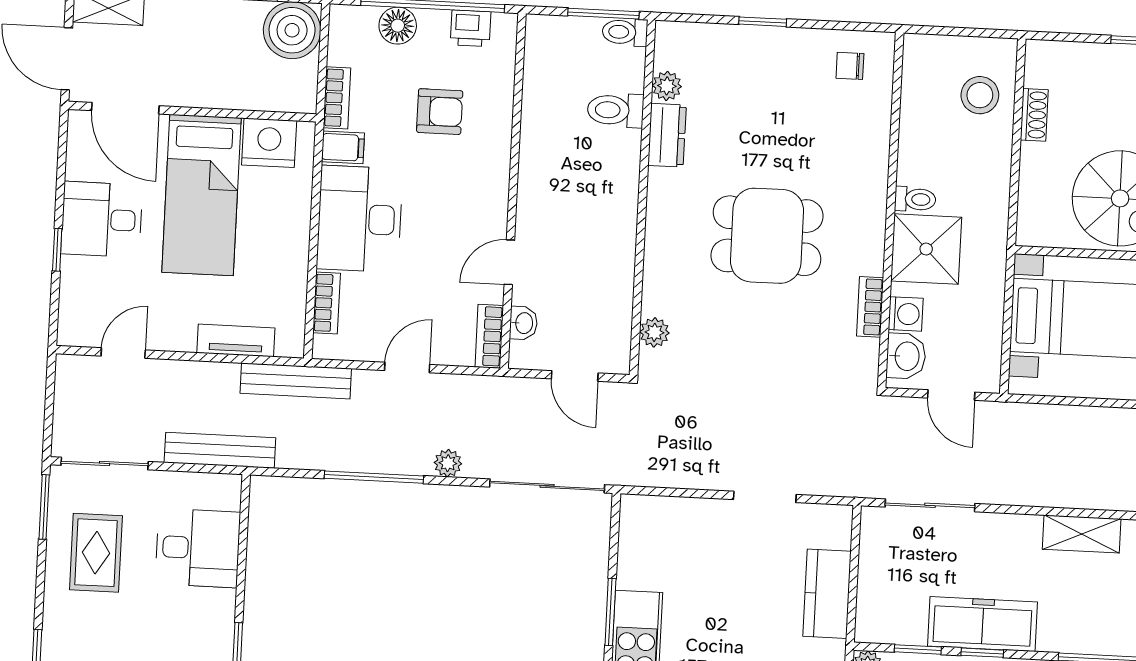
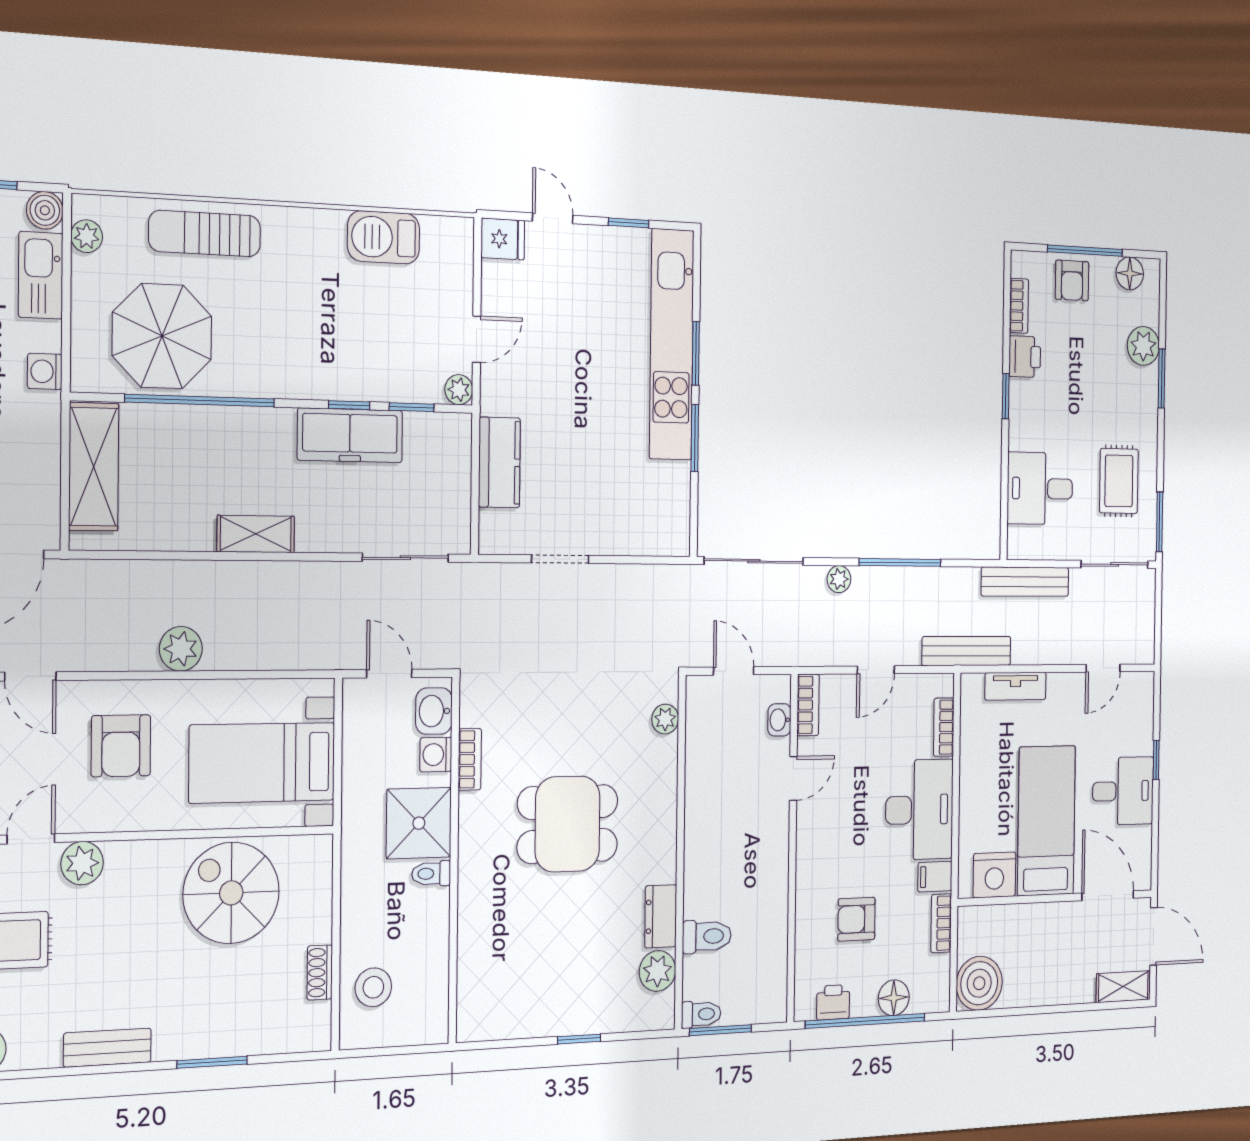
chair: (850, 66) -> (497, 1004), removed
plant: (667, 86) -> (657, 971), width x1.38, depth x1.38

